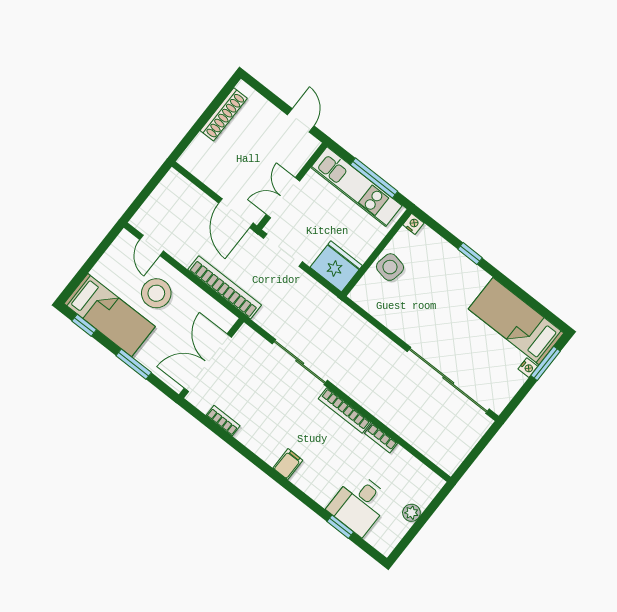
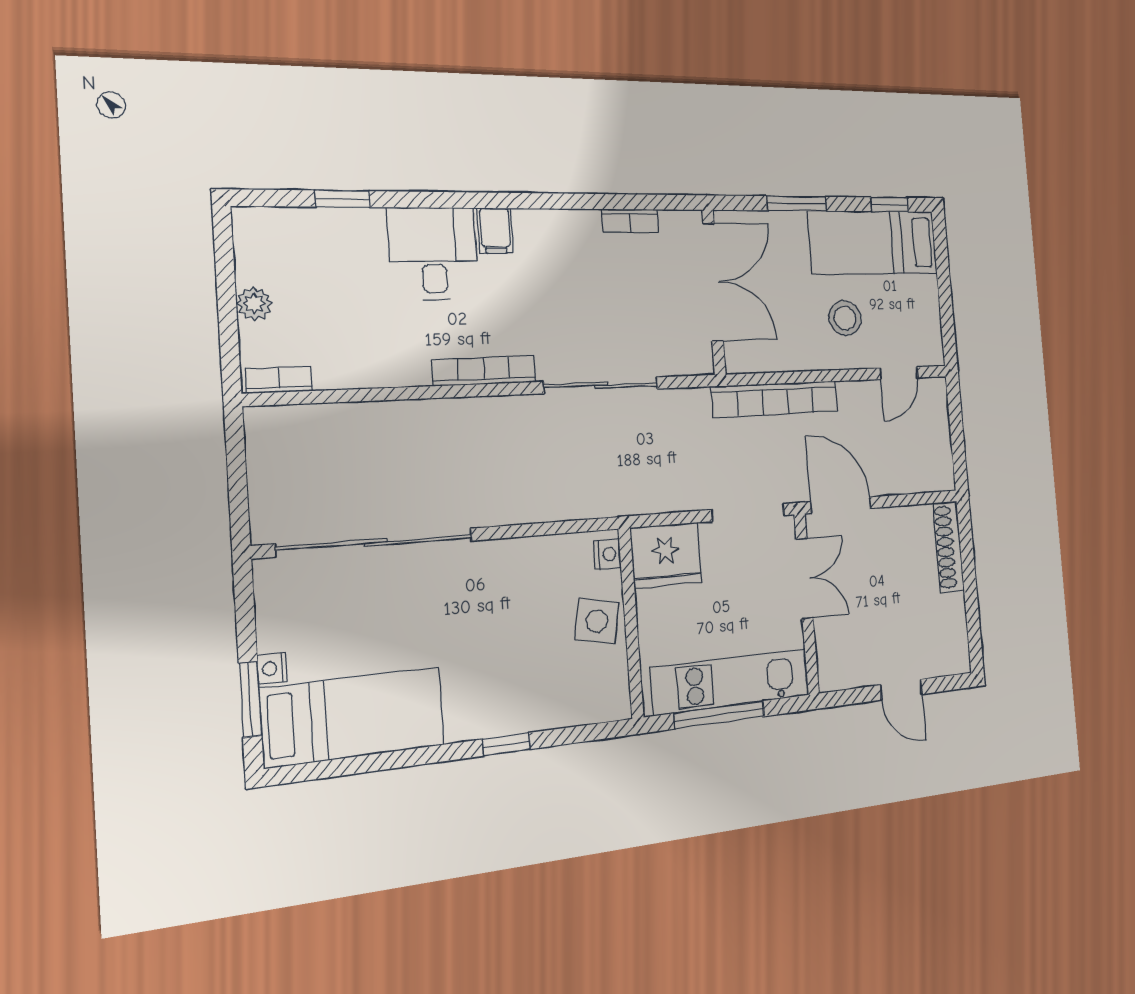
shoe rack: (224, 114) -> (948, 547), moved
door: (301, 120) -> (901, 690), moved
nightstand: (413, 224) -> (607, 554), moved, turned -90
door: (151, 245) -> (899, 373), swing flipped
stool: (156, 293) -> (845, 318), width x0.73, depth x0.73
bookcase: (381, 438) -> (279, 380), moved
desk: (359, 504) -> (433, 254), moved

